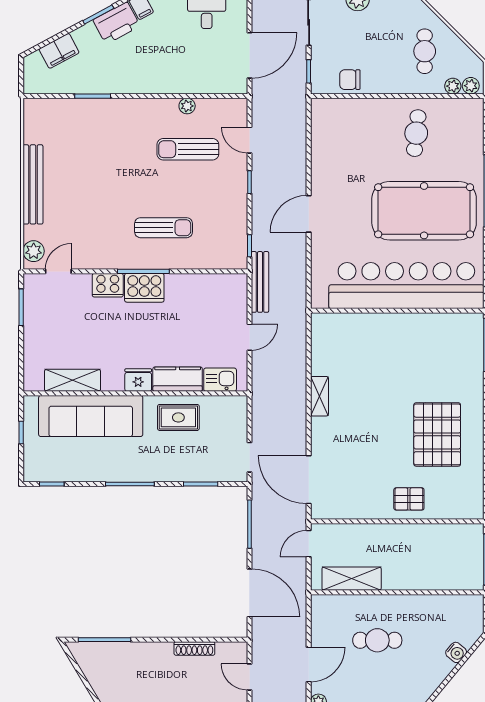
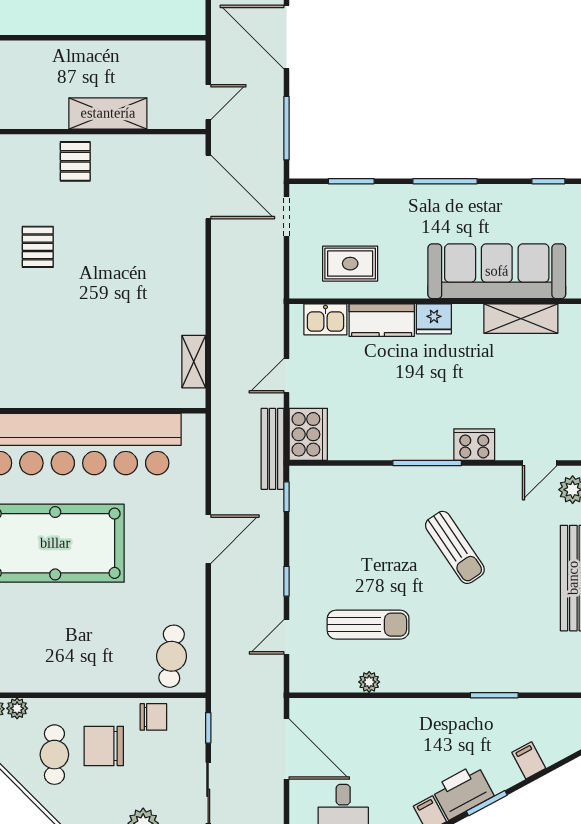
filing cabinet: (59, 51) -> (529, 760), width x0.50
door: (249, 55) -> (286, 749), swing flipped
chair: (387, 58) -> (104, 746), added
cafe table: (416, 133) -> (172, 656), moved
door: (249, 140) -> (286, 637), swing flipped
sun lounger: (164, 228) -> (455, 547), moved, turned -124
cooker: (144, 288) -> (308, 434), moved, turned 90
shelving: (319, 396) -> (194, 362), moved
rug: (178, 417) -> (350, 264), moved
pallet: (437, 434) -> (38, 247), width x0.49, depth x0.50
pallet: (409, 499) -> (75, 161), turned 90
shelving: (352, 579) -> (108, 113), moved

